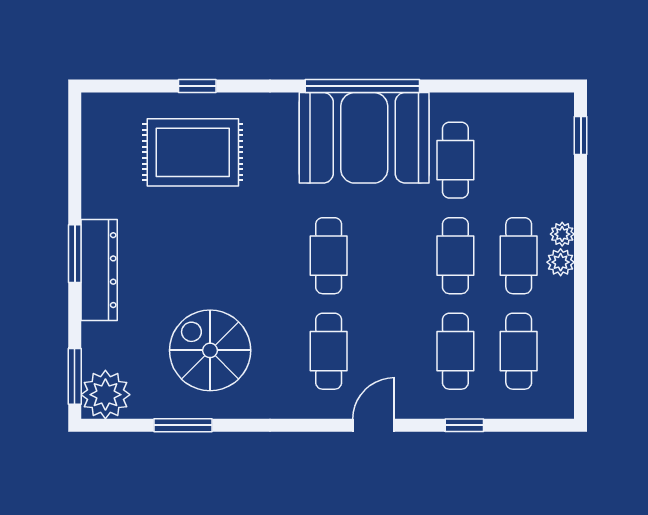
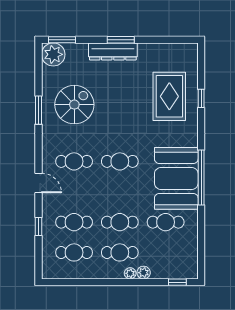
plant: (561, 262) -> (144, 273), moved
window: (183, 425) -> (38, 110), moved

